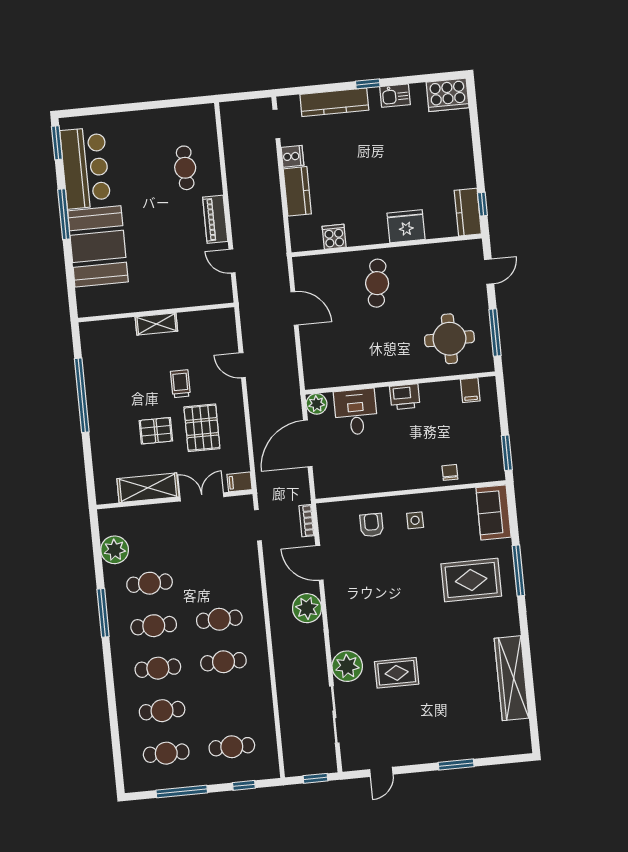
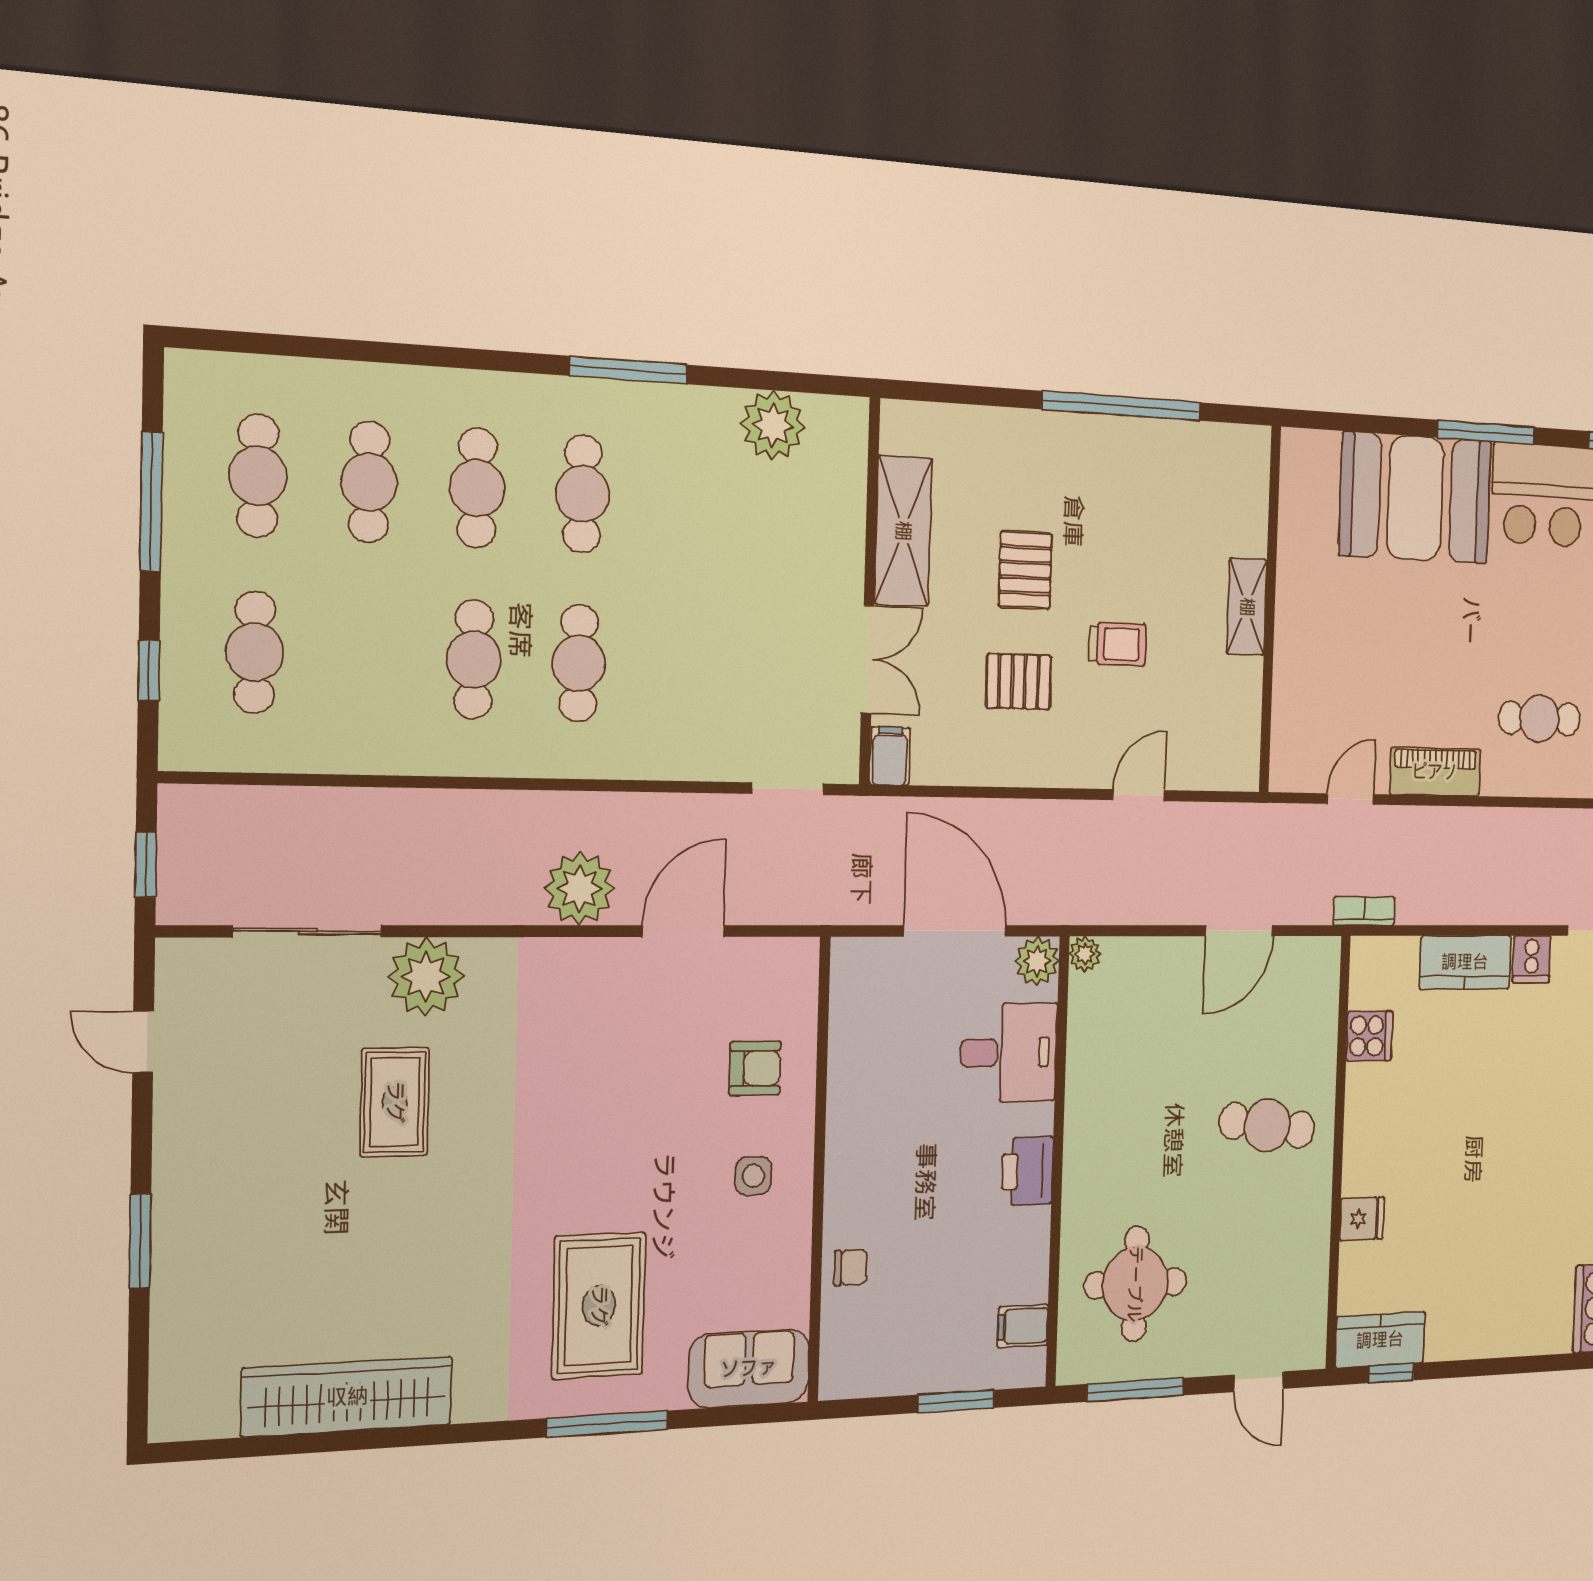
fridge: (406, 226) -> (1362, 1219), width x0.53, depth x0.75
plant: (312, 382) -> (1085, 954), added
pallet: (202, 428) -> (1019, 682), width x0.67, depth x0.71
window: (507, 453) -> (956, 1401), moved
bookcase: (307, 521) -> (1364, 911), moved
cafe table: (150, 583) -> (685, 500), removed

